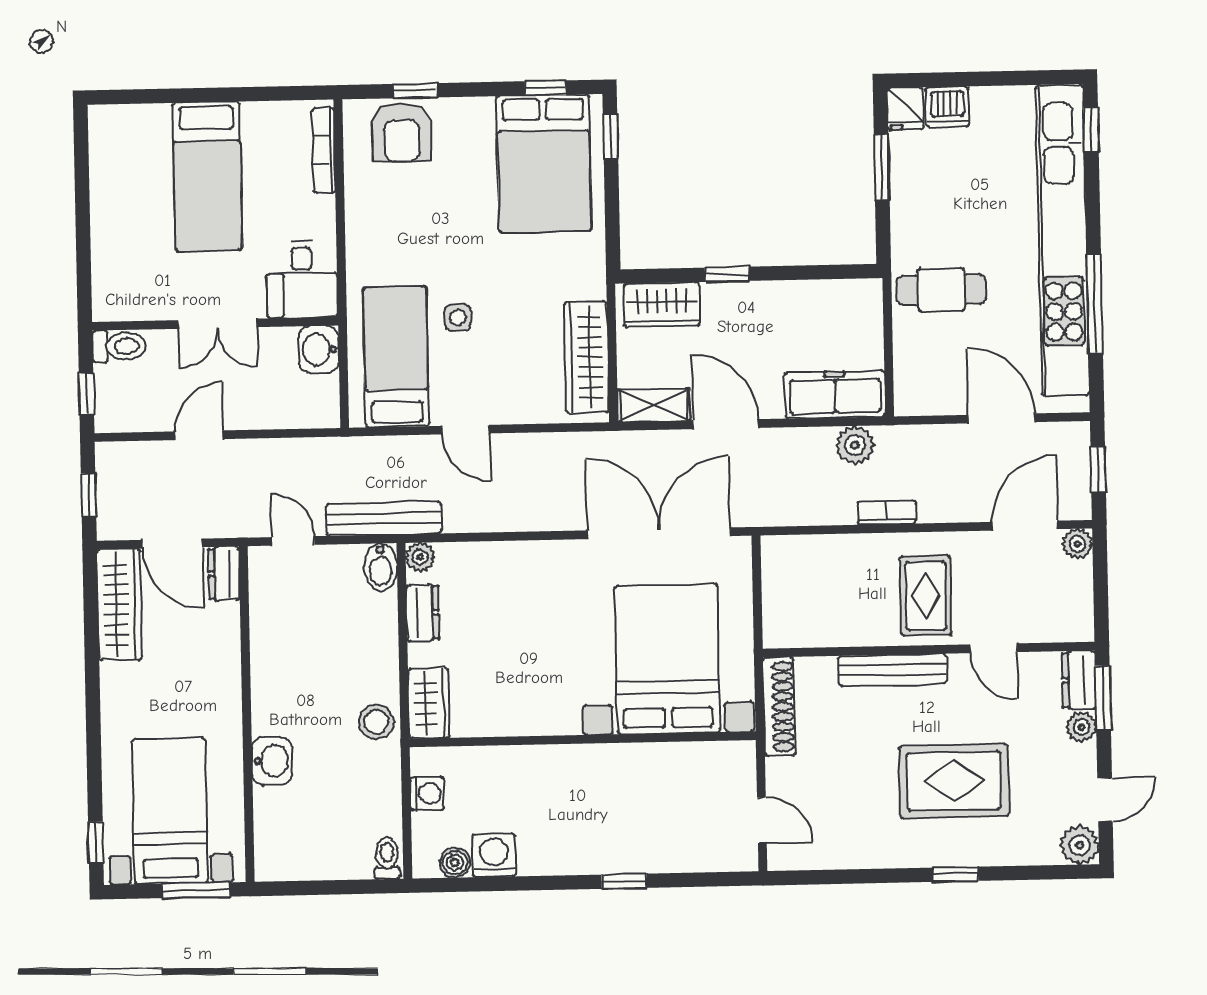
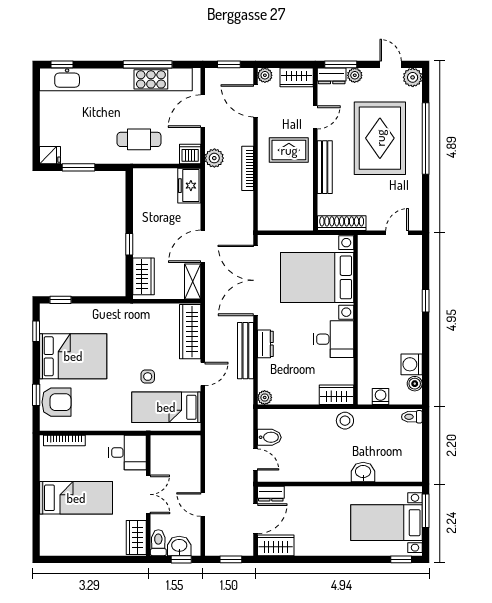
dishwasher: (947, 107) -> (190, 154), moved, turned -90
bed: (544, 164) -> (73, 356), moved
cafe table: (941, 290) -> (139, 139), turned 90
wardrobe: (129, 301) -> (136, 538), added
washbasin: (319, 350) -> (179, 546), moved, turned 180
wardrobe: (586, 357) -> (190, 332), moved, turned 90
freezer: (835, 394) -> (189, 186), width x0.71
plant: (855, 445) -> (214, 158), moved
bookcase: (887, 513) -> (248, 168), width x1.56
bench: (384, 519) -> (245, 351), moved
door: (293, 541) -> (255, 460), swing flipped
bidet: (381, 567) -> (269, 437), moved
wardrobe: (119, 604) -> (276, 545), width x0.67
wardrobe: (1074, 609) -> (297, 77), added
dresser: (423, 613) -> (265, 344), moved, turned 90
desk: (542, 695) -> (334, 339), added
rug: (954, 781) -> (380, 138), width x1.37, depth x1.44
window: (955, 874) -> (426, 139), width x3.17

